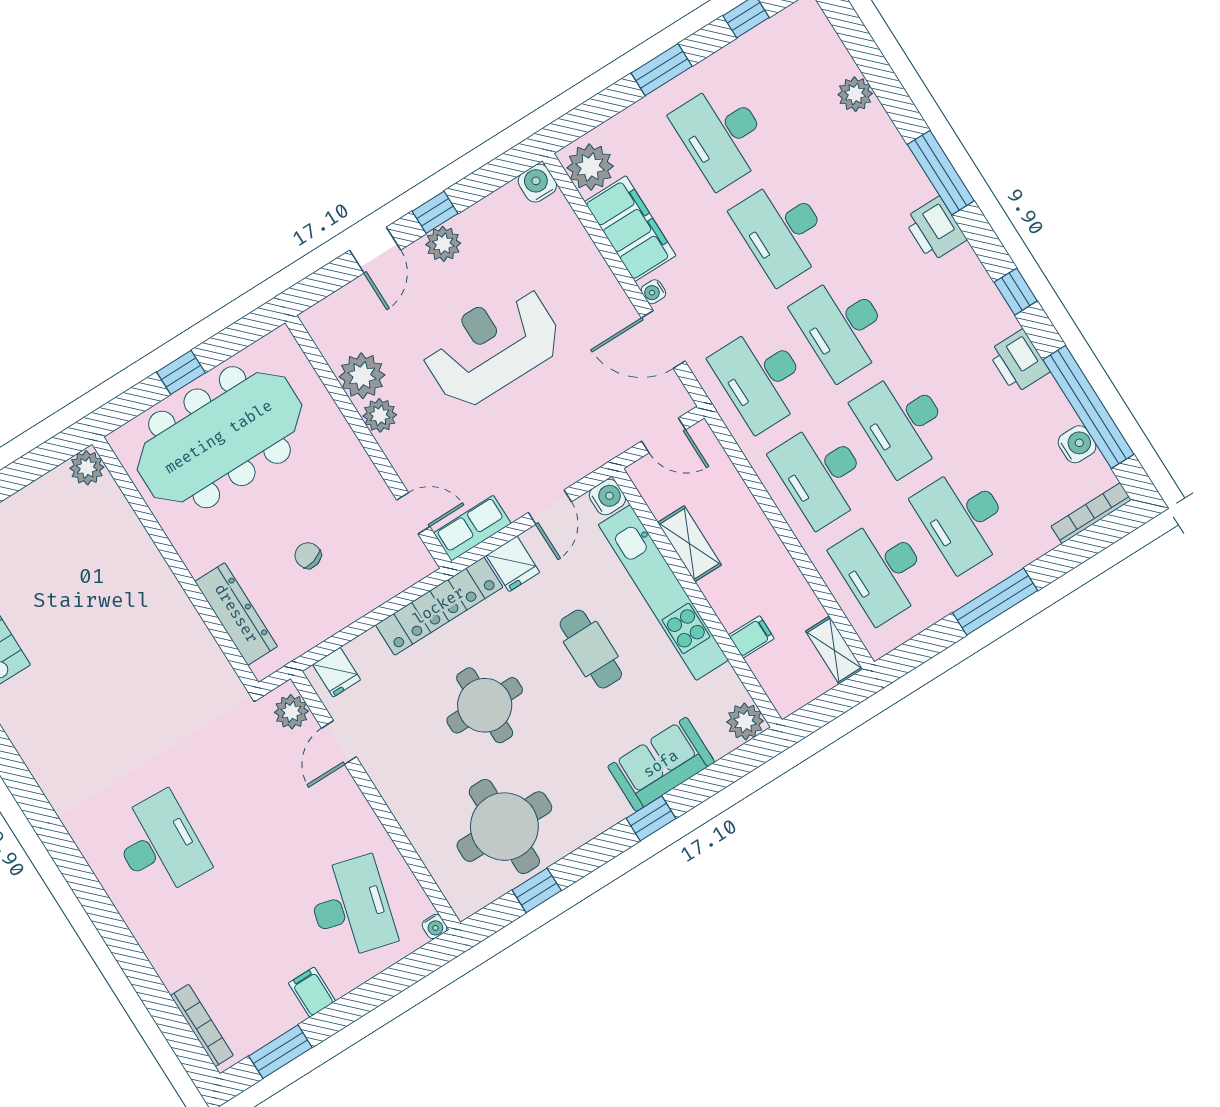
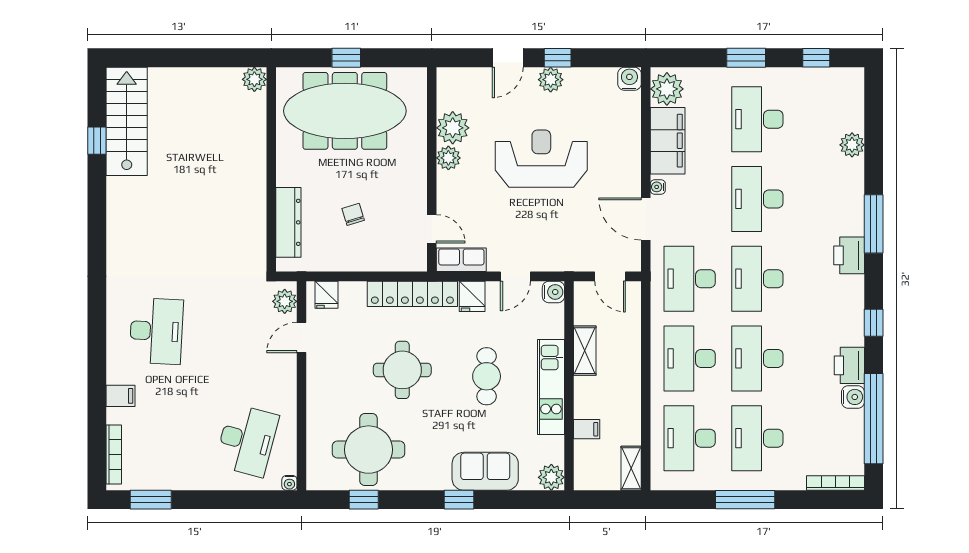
water cooler: (1077, 444) -> (853, 397), moved
kitchen unit: (663, 593) -> (551, 387), width x0.73
filing cabinet: (312, 992) -> (121, 396), moved, turned 90

